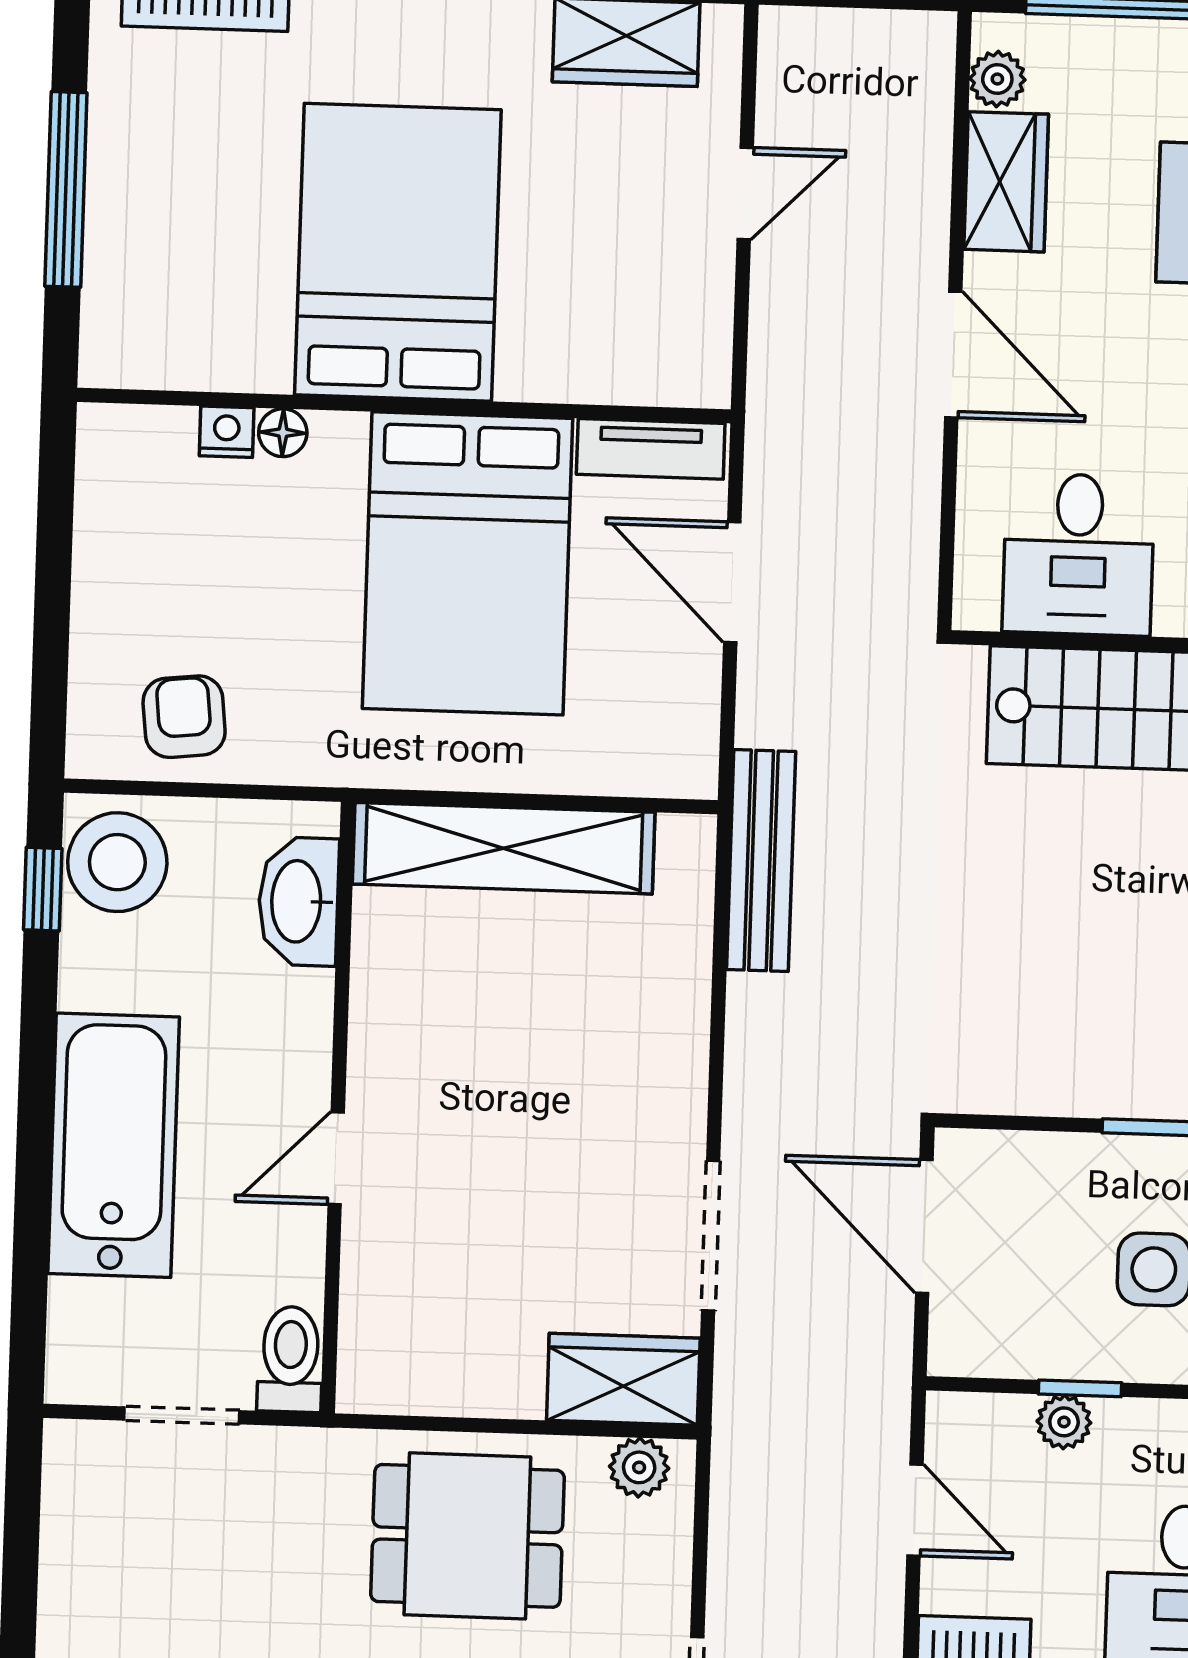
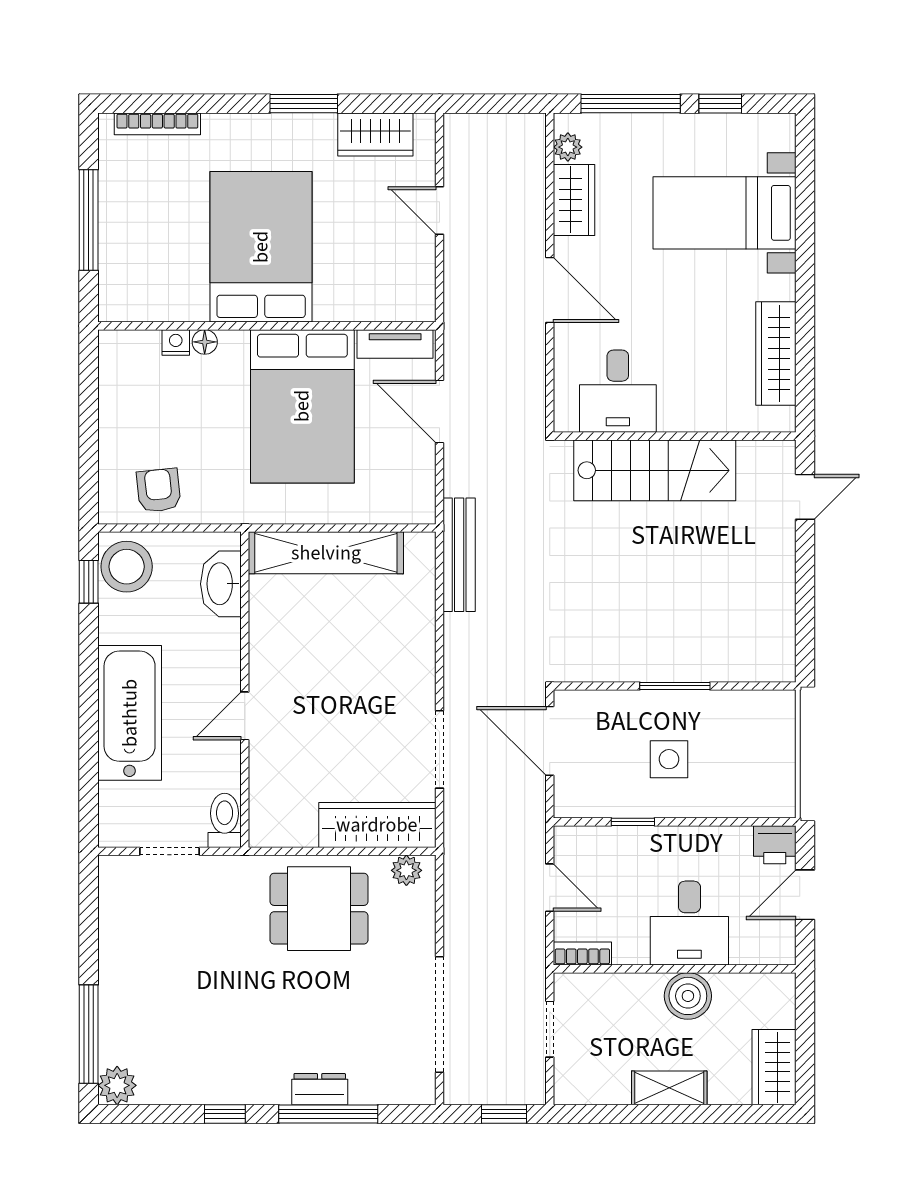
door: (745, 193) -> (439, 210), swing flipped
wardrobe: (623, 1379) -> (377, 825), width x1.50
plant: (1064, 1422) -> (625, 840), removed

